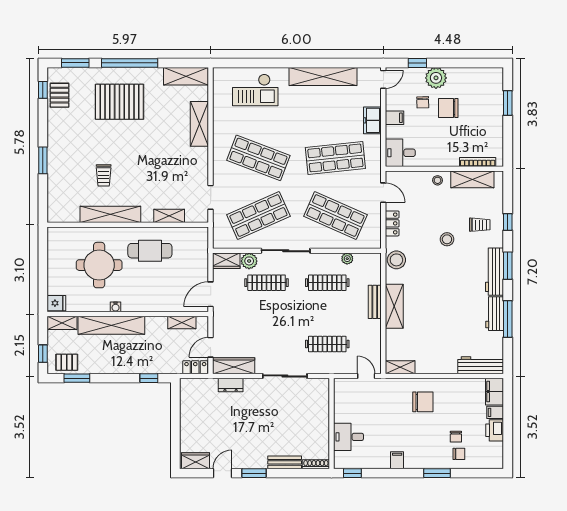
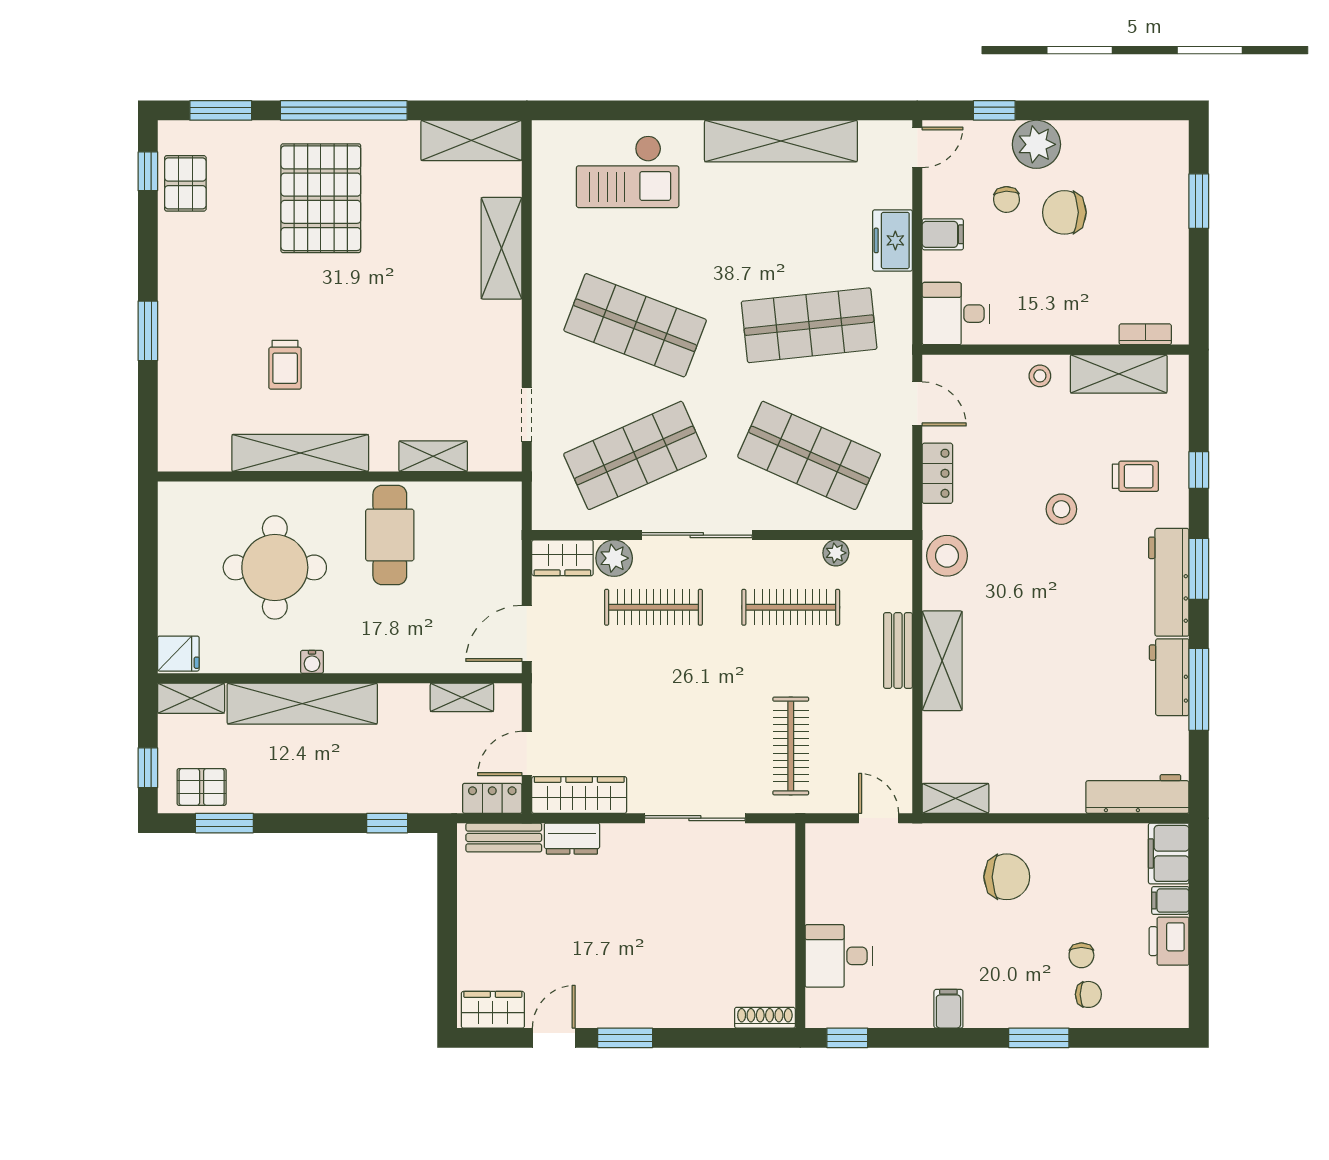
pallet: (119, 102) -> (321, 198), turned 90
bookcase: (478, 162) -> (1145, 334), width x0.64
cafe table: (150, 251) -> (390, 535), turned 90
clothes rail: (327, 344) -> (791, 746), turned 90
bench: (285, 462) -> (504, 837), moved

